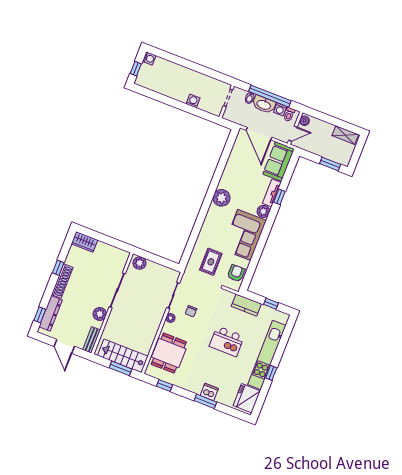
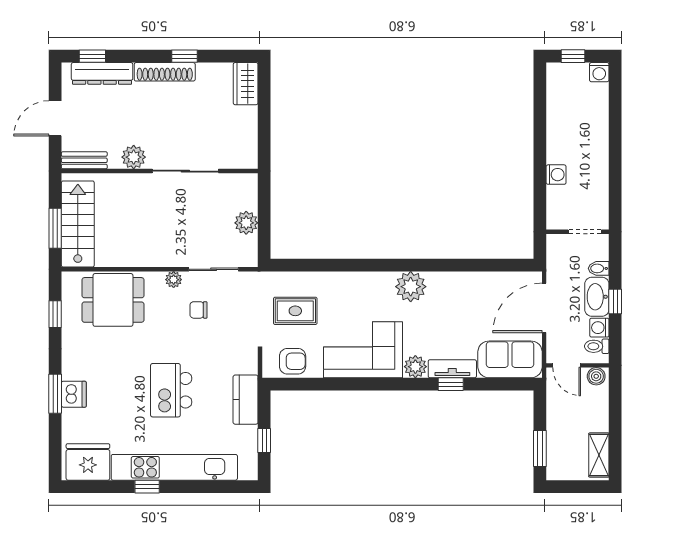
window: (270, 96) -> (615, 301), width x0.32
plant: (140, 263) -> (246, 223), moved

